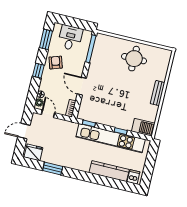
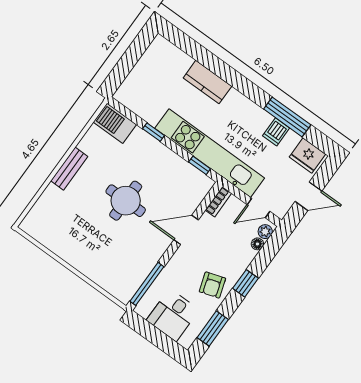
round table: (134, 59) -> (126, 201), moved
door: (82, 86) -> (186, 230), swing flipped
door: (48, 114) -> (258, 208), hinge flipped
kitchen unit: (111, 138) -> (210, 153), moved
window: (53, 169) -> (287, 117), width x1.44
kitchen counter: (109, 171) -> (207, 82), width x0.67
dishwasher: (133, 177) -> (276, 132), moved

